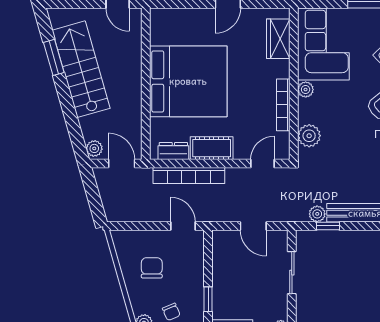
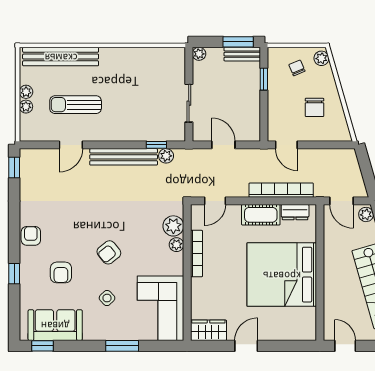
wardrobe: (278, 39) -> (208, 330), moved, turned -90
plant: (306, 89) -> (176, 245), moved

